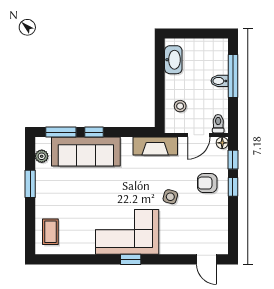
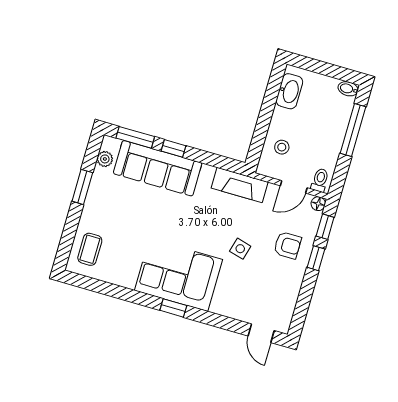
bidet: (220, 81) -> (348, 89), moved
armchair: (207, 183) -> (287, 245), turned 180

